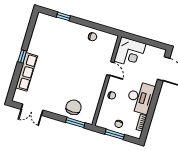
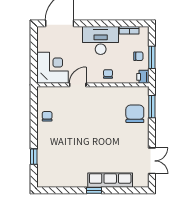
chair: (74, 107) -> (135, 114), turned 90
printer: (101, 122) -> (143, 77), added

